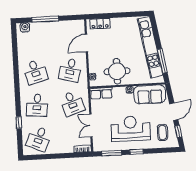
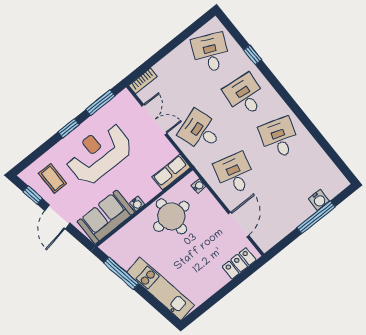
water cooler: (25, 27) -> (319, 200), moved
kitchen unit: (150, 47) -> (160, 289), width x0.73
desk: (35, 72) -> (279, 138), turned 33
reception desk: (131, 128) -> (99, 153), turned 180

